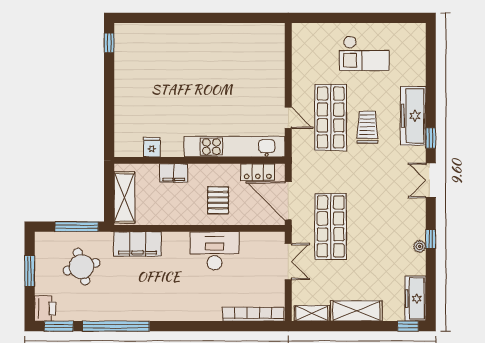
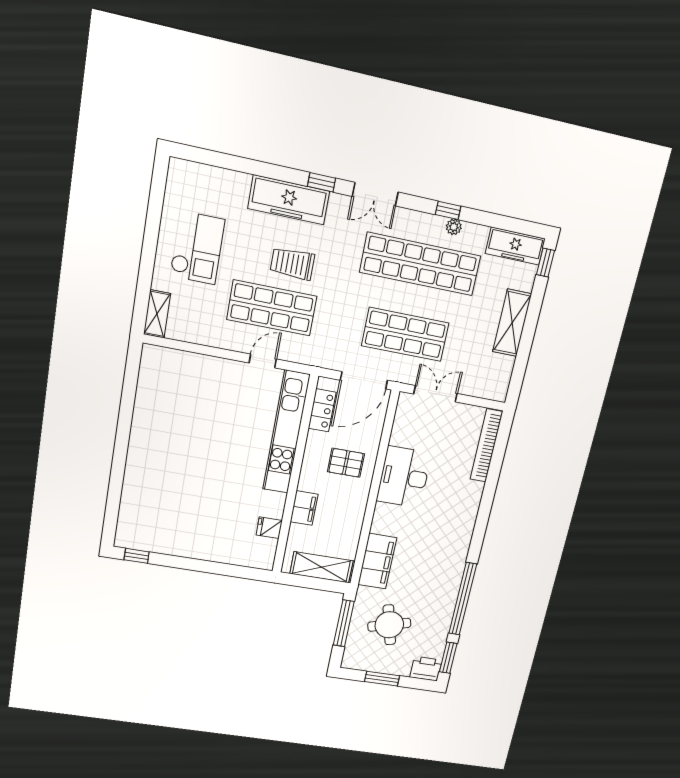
shop shelf: (387, 226) -> (420, 264), added
shelving: (312, 313) -> (157, 314), moved

